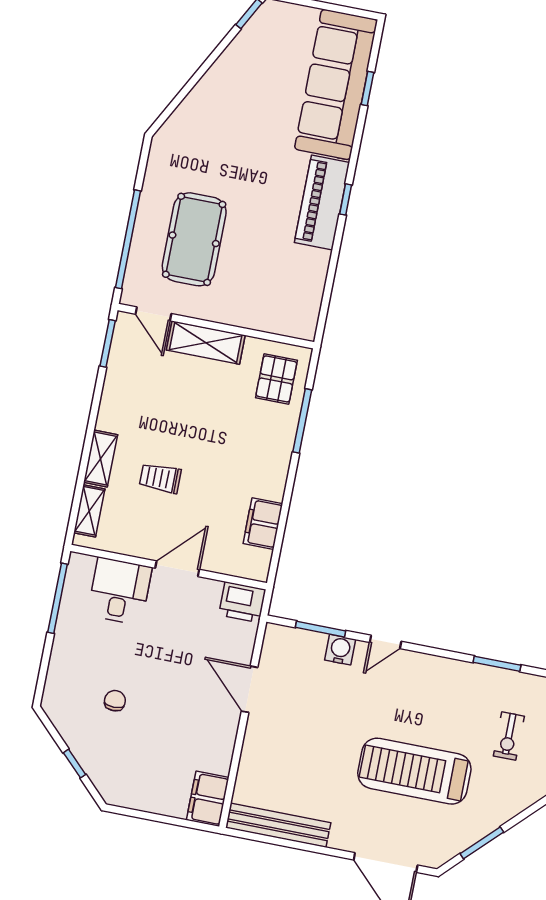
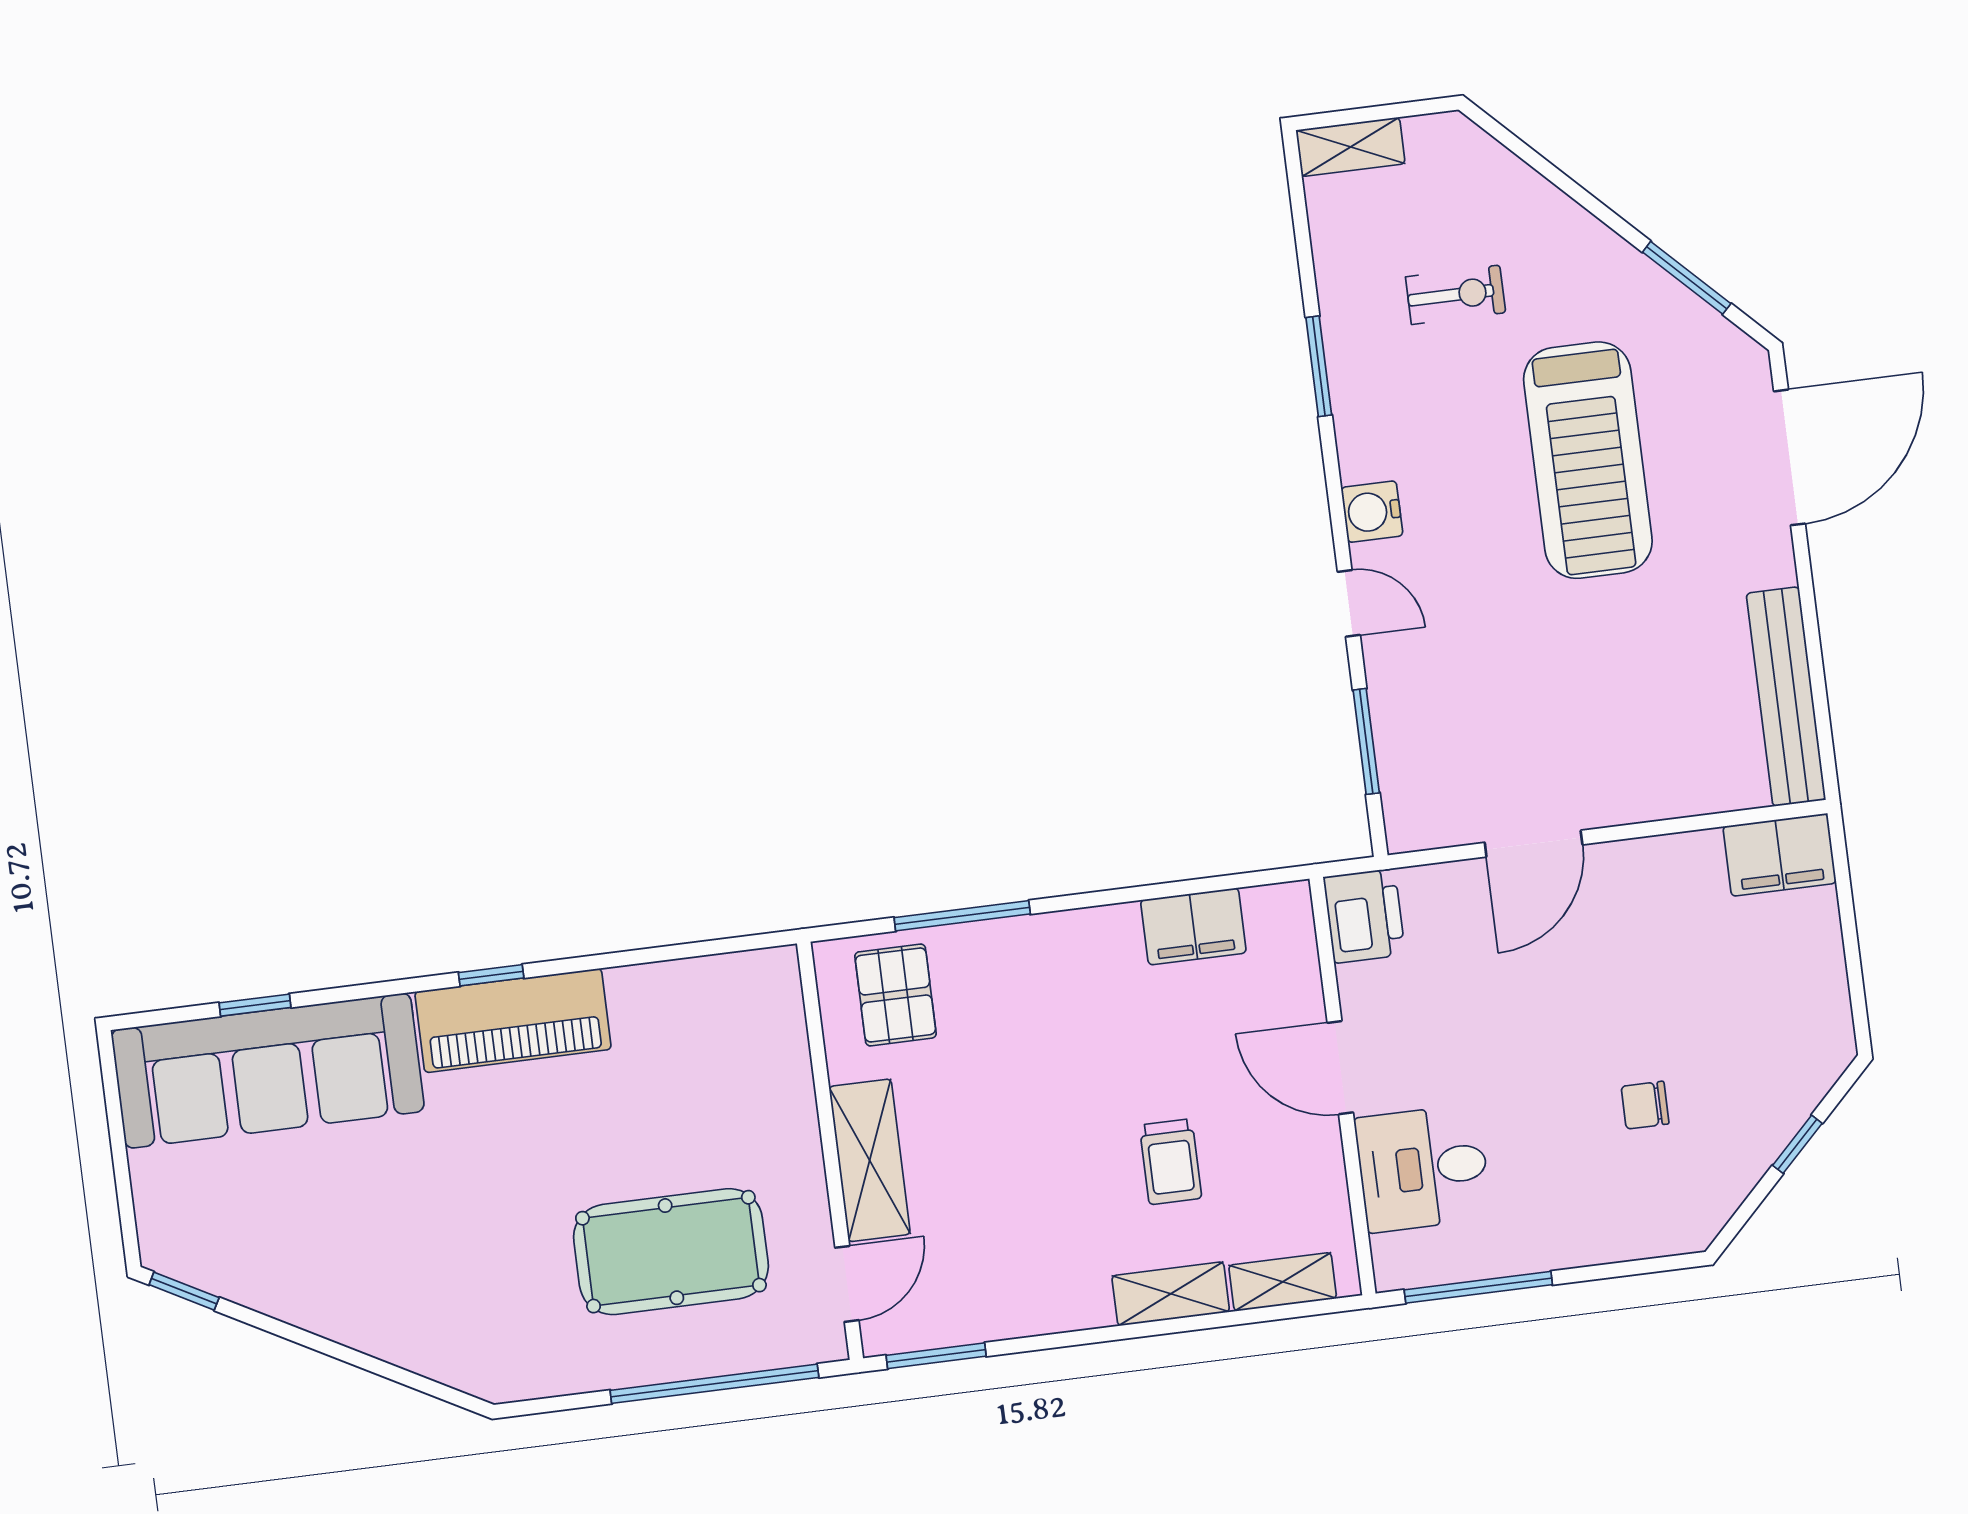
pallet: (276, 379) -> (895, 995), turned 90
water cooler: (340, 650) -> (1372, 512), moved

